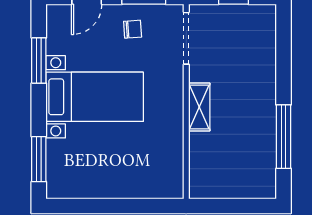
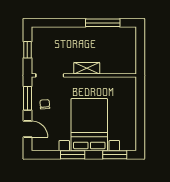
window: (39, 60) -> (73, 155), moved
bed with nightstands: (95, 97) -> (89, 125), width x1.36

